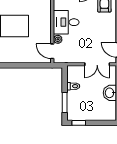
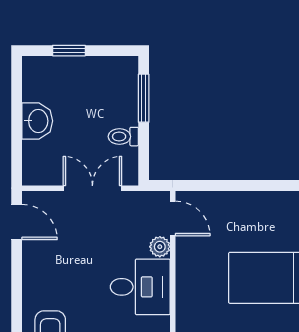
double door: (97, 64) -> (92, 188), moved
window: (79, 123) -> (69, 51), moved

